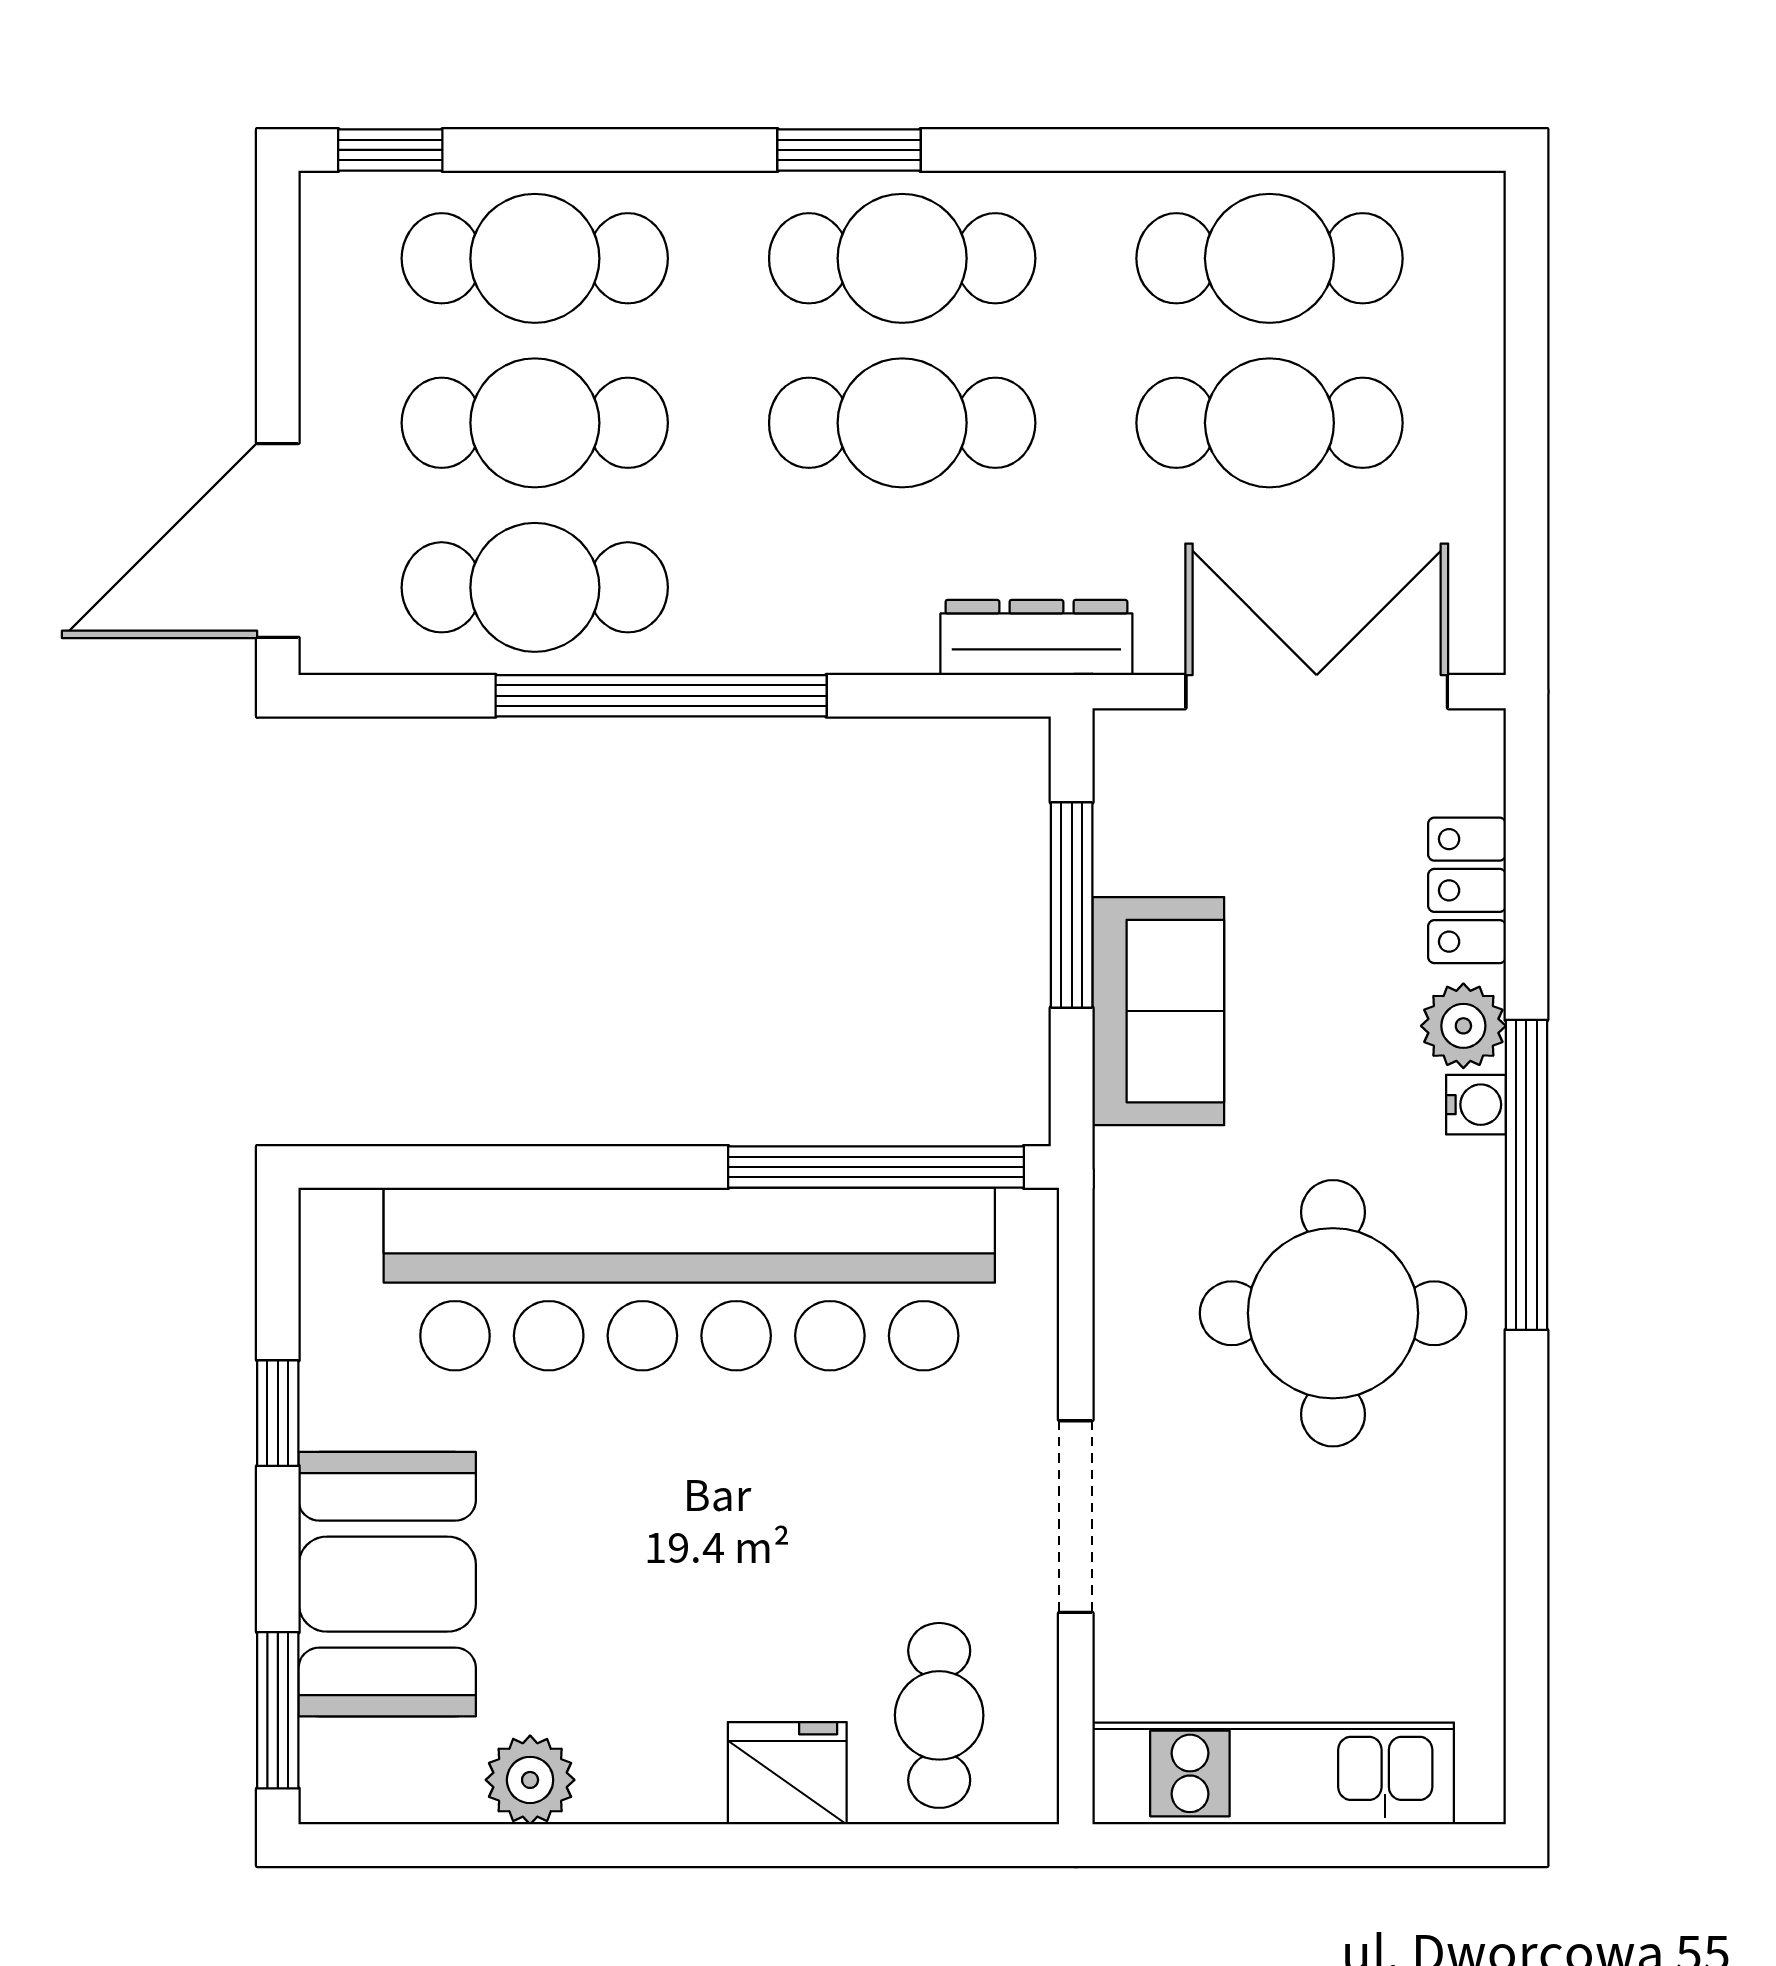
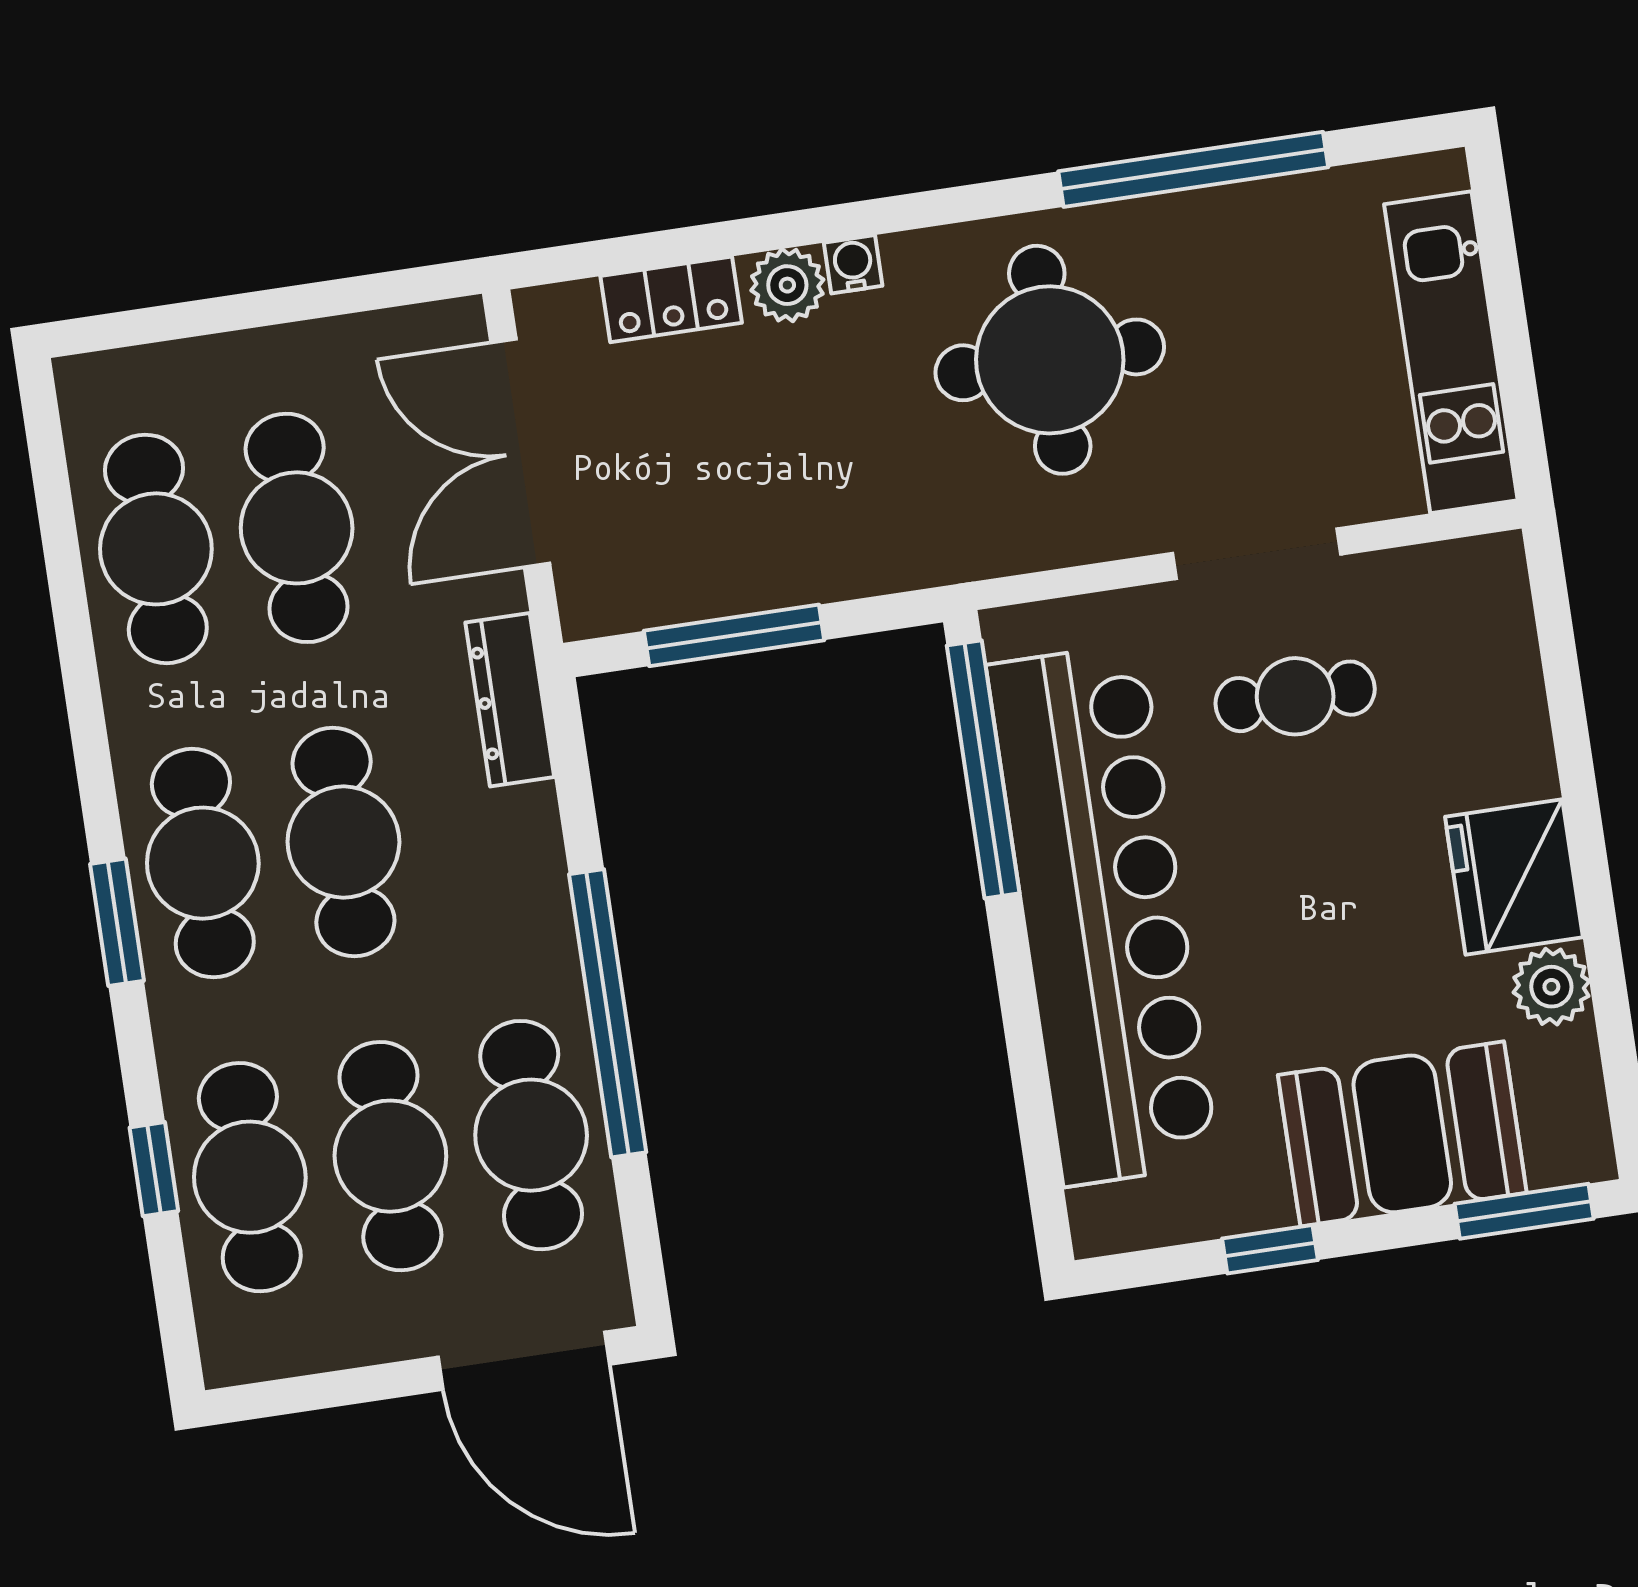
window: (390, 150) -> (154, 1169), moved
sofa: (1158, 1011) -> (814, 548), removed
window: (1526, 1175) -> (1193, 169), moved
cafe table: (939, 1715) -> (1295, 696), moved
fridge: (787, 1773) -> (1514, 877), moved, width x1.36, depth x1.34

